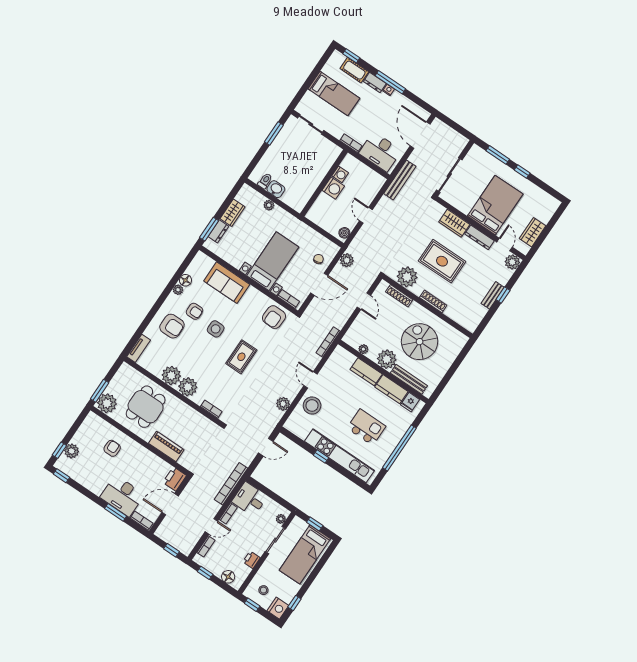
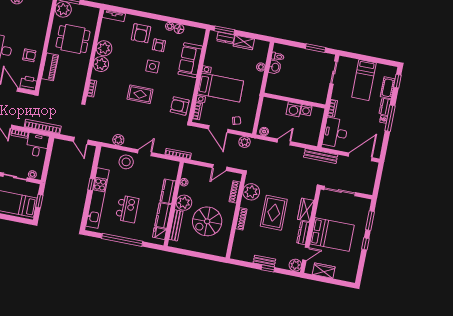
spiral stairs: (420, 342) -> (207, 221), turned 180
armchair: (112, 448) -> (29, 55), moved

